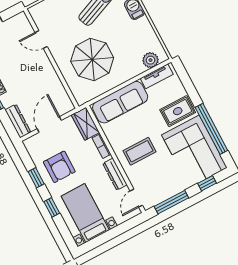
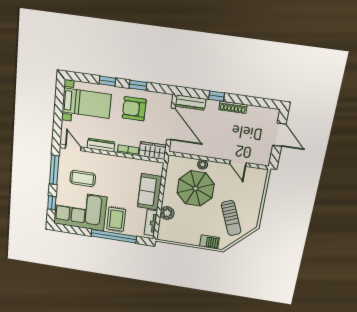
door: (41, 39) -> (238, 163), swing flipped
plant: (151, 60) -> (167, 213), moved
plant: (65, 70) -> (203, 164), added
sofa: (120, 102) -> (150, 192), width x0.73
door: (49, 125) -> (171, 124), width x1.36
window: (211, 129) -> (114, 236), moved
coffee table: (139, 151) -> (83, 178), moved, turned 90

